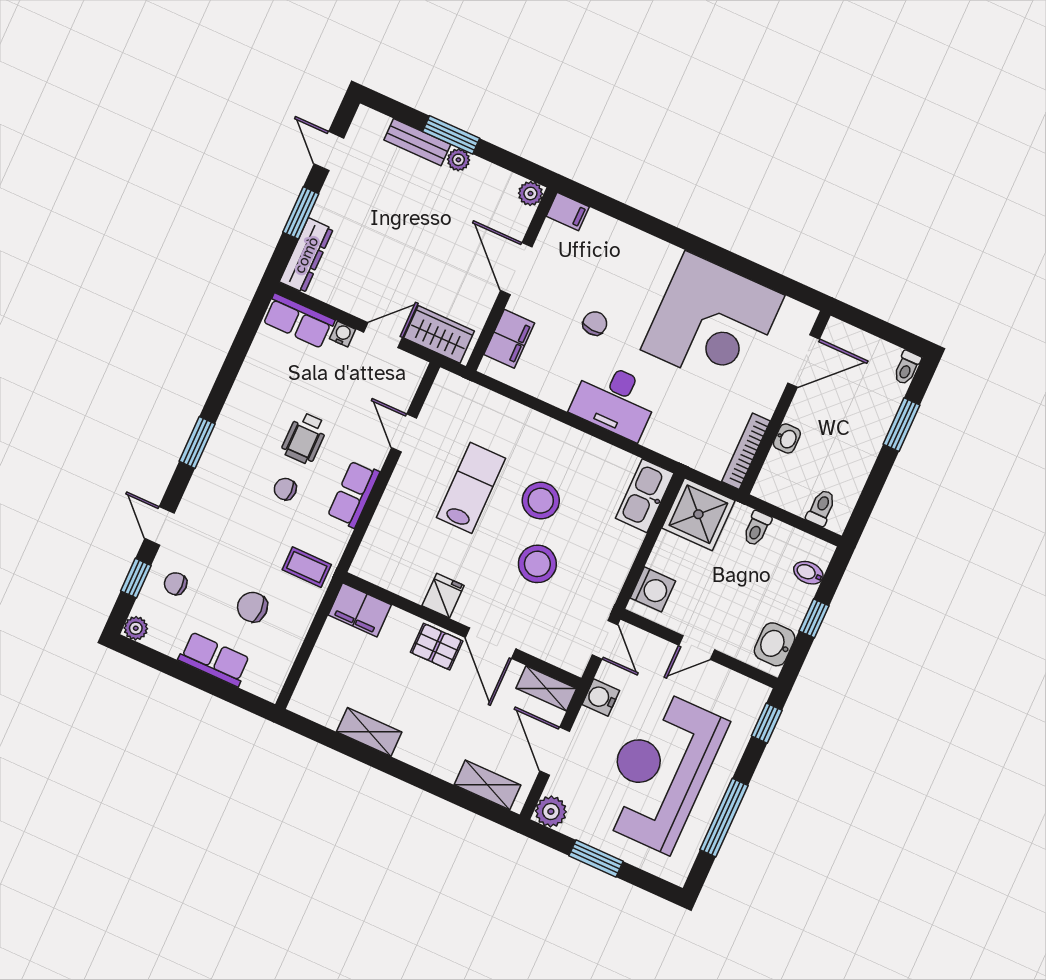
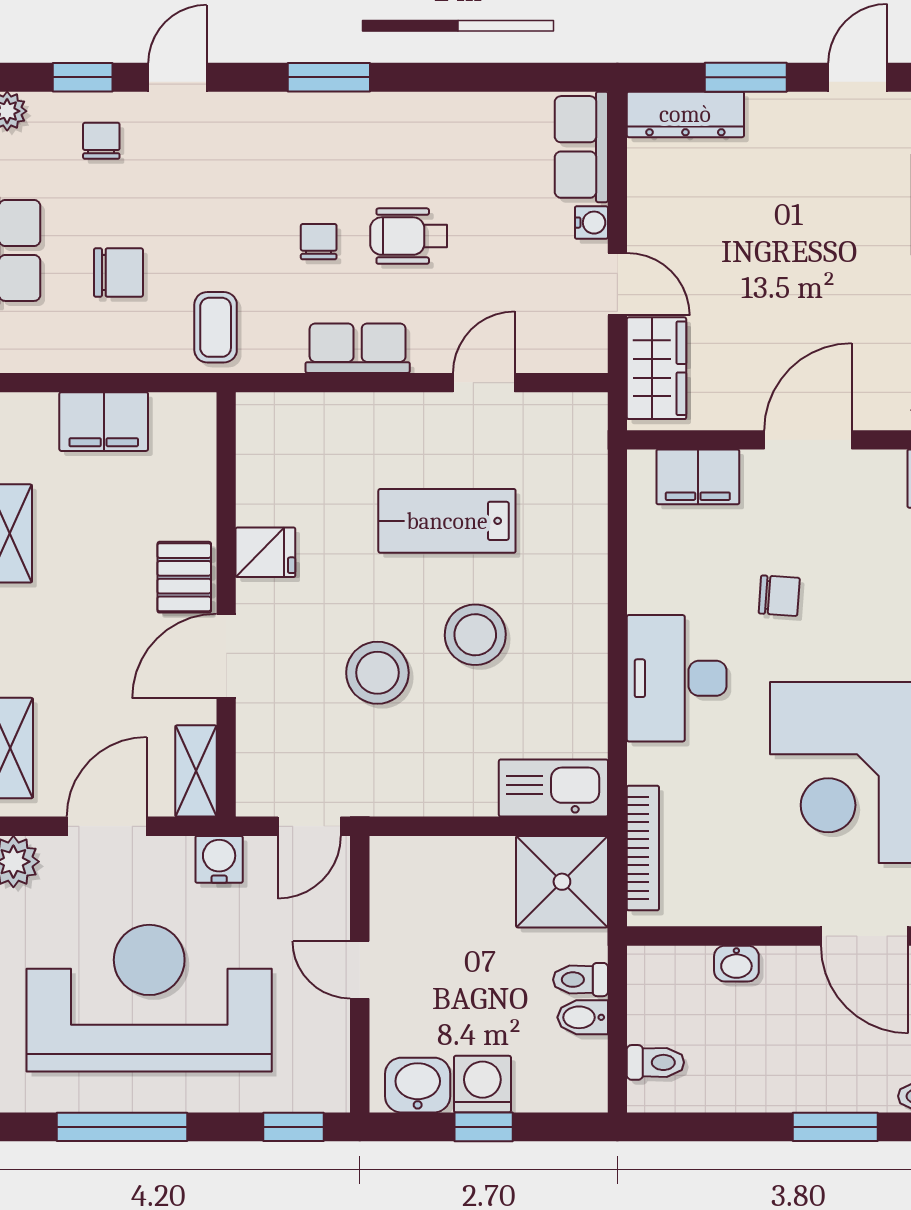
bookcase: (746, 451) -> (643, 848), moved, turned 90
lab bench: (471, 488) -> (447, 521), turned 180
bidet: (808, 573) -> (583, 1017), moved, turned -90
washing machine: (653, 589) -> (482, 1084), moved, turned 180
chair: (252, 607) -> (118, 272), turned 90
filing cabinet: (360, 610) -> (104, 422), moved, turned -90

